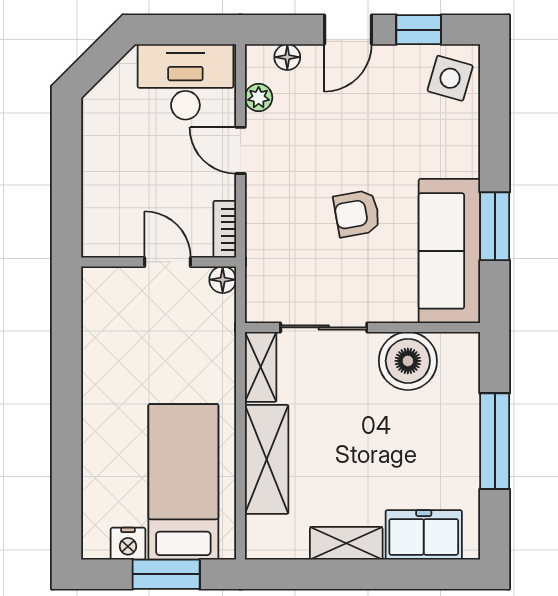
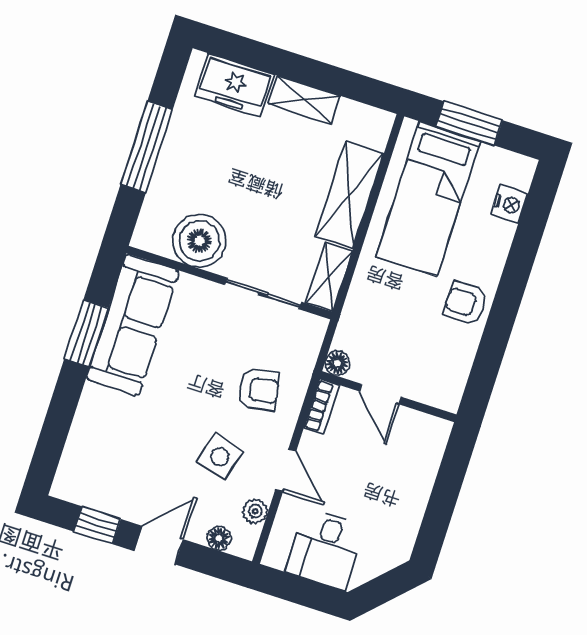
side table: (450, 78) -> (220, 457), moved
desk: (185, 82) -> (326, 549), width x0.73
armchair: (357, 214) -> (259, 390), moved
armchair: (109, 386) -> (466, 303), added
nightstand: (128, 544) -> (509, 204), moved, turned 90

